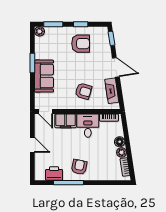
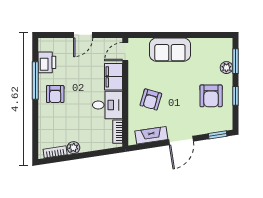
plant: (40, 31) -> (226, 68), moved
window: (32, 63) -> (187, 35), removed
floor lamp: (120, 142) -> (87, 145), removed
armchair: (79, 167) -> (55, 94), turned 79

